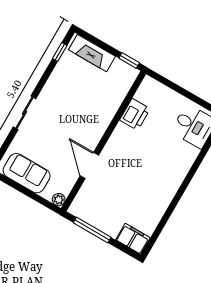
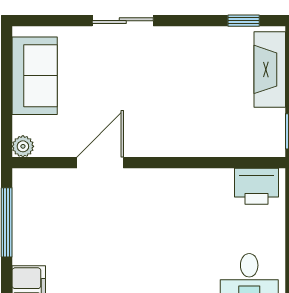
printer: (135, 114) -> (257, 186), moved

